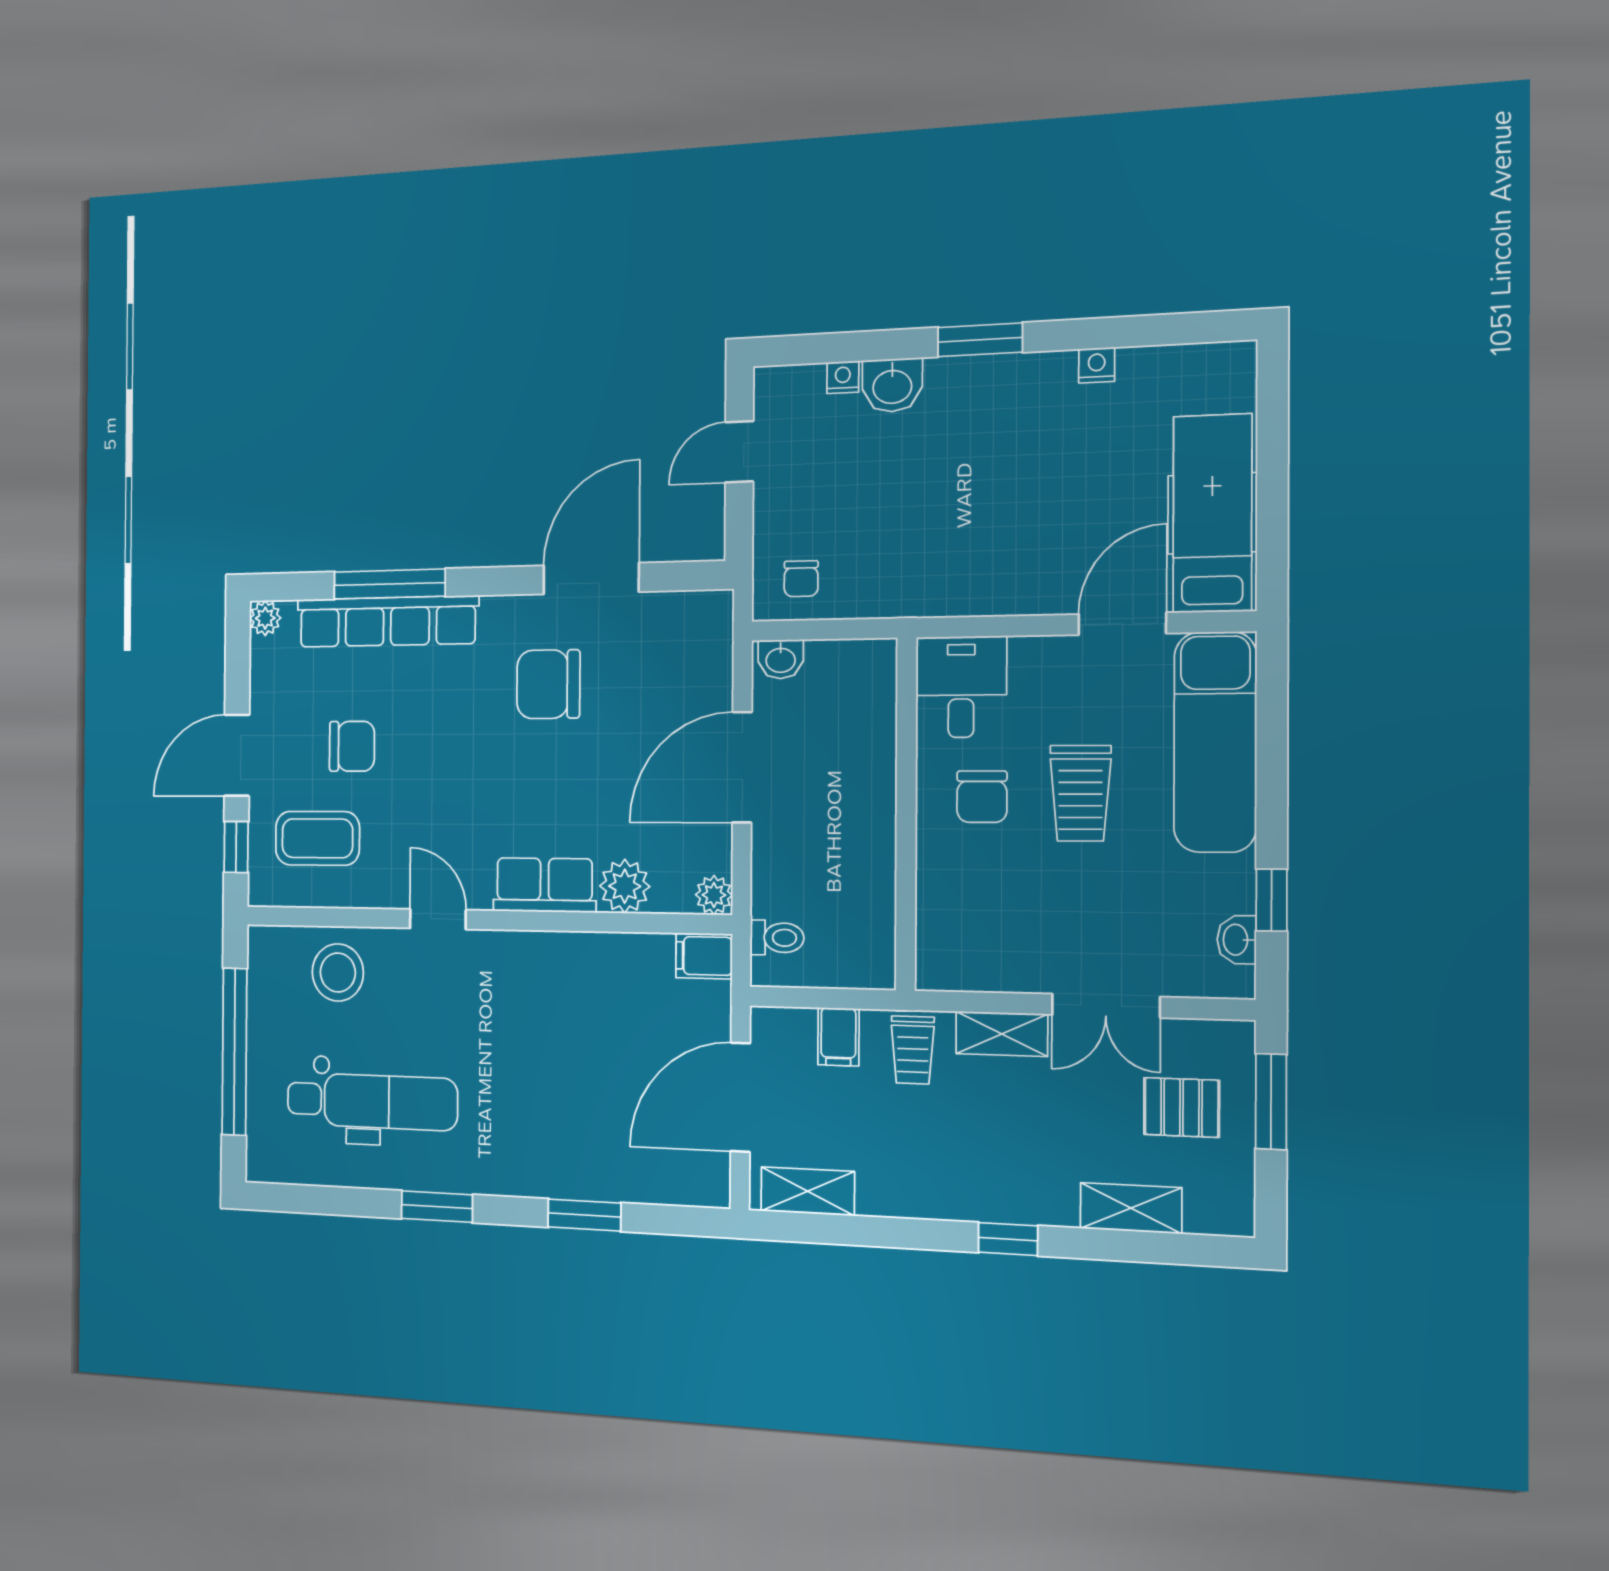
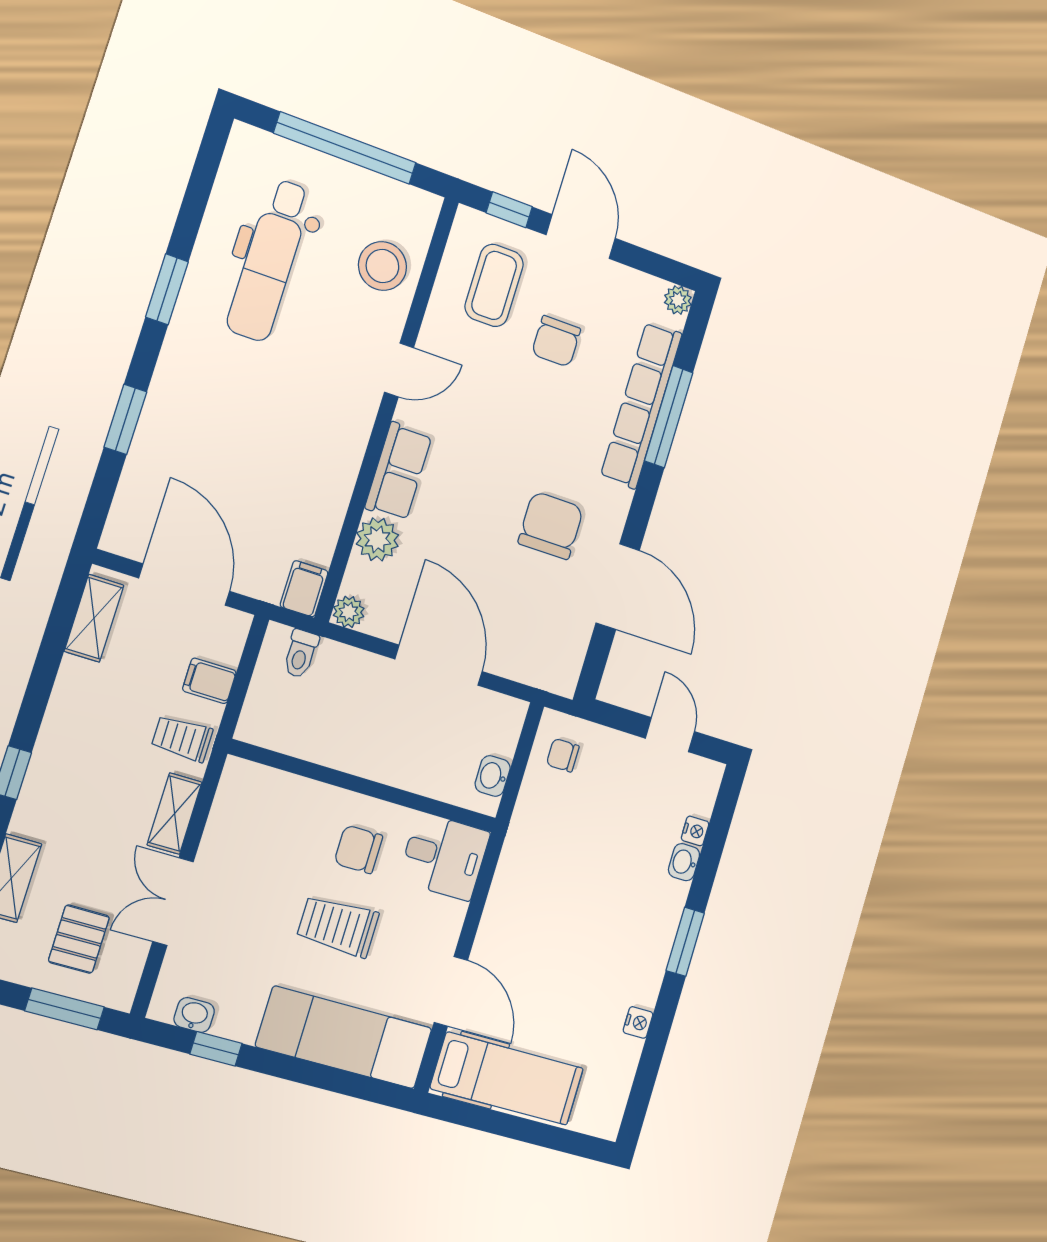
washbasin: (892, 385) -> (684, 862), width x0.72, depth x0.69
washbasin: (781, 659) -> (493, 776), moved

